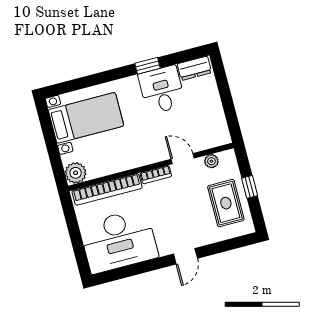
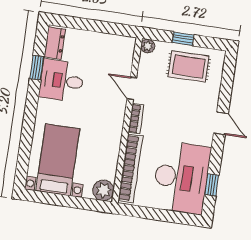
window: (147, 66) -> (37, 68), moved
door: (183, 159) -> (132, 88), hinge flipped
plant: (211, 161) -> (148, 46), moved
window: (124, 272) -> (212, 185), added

